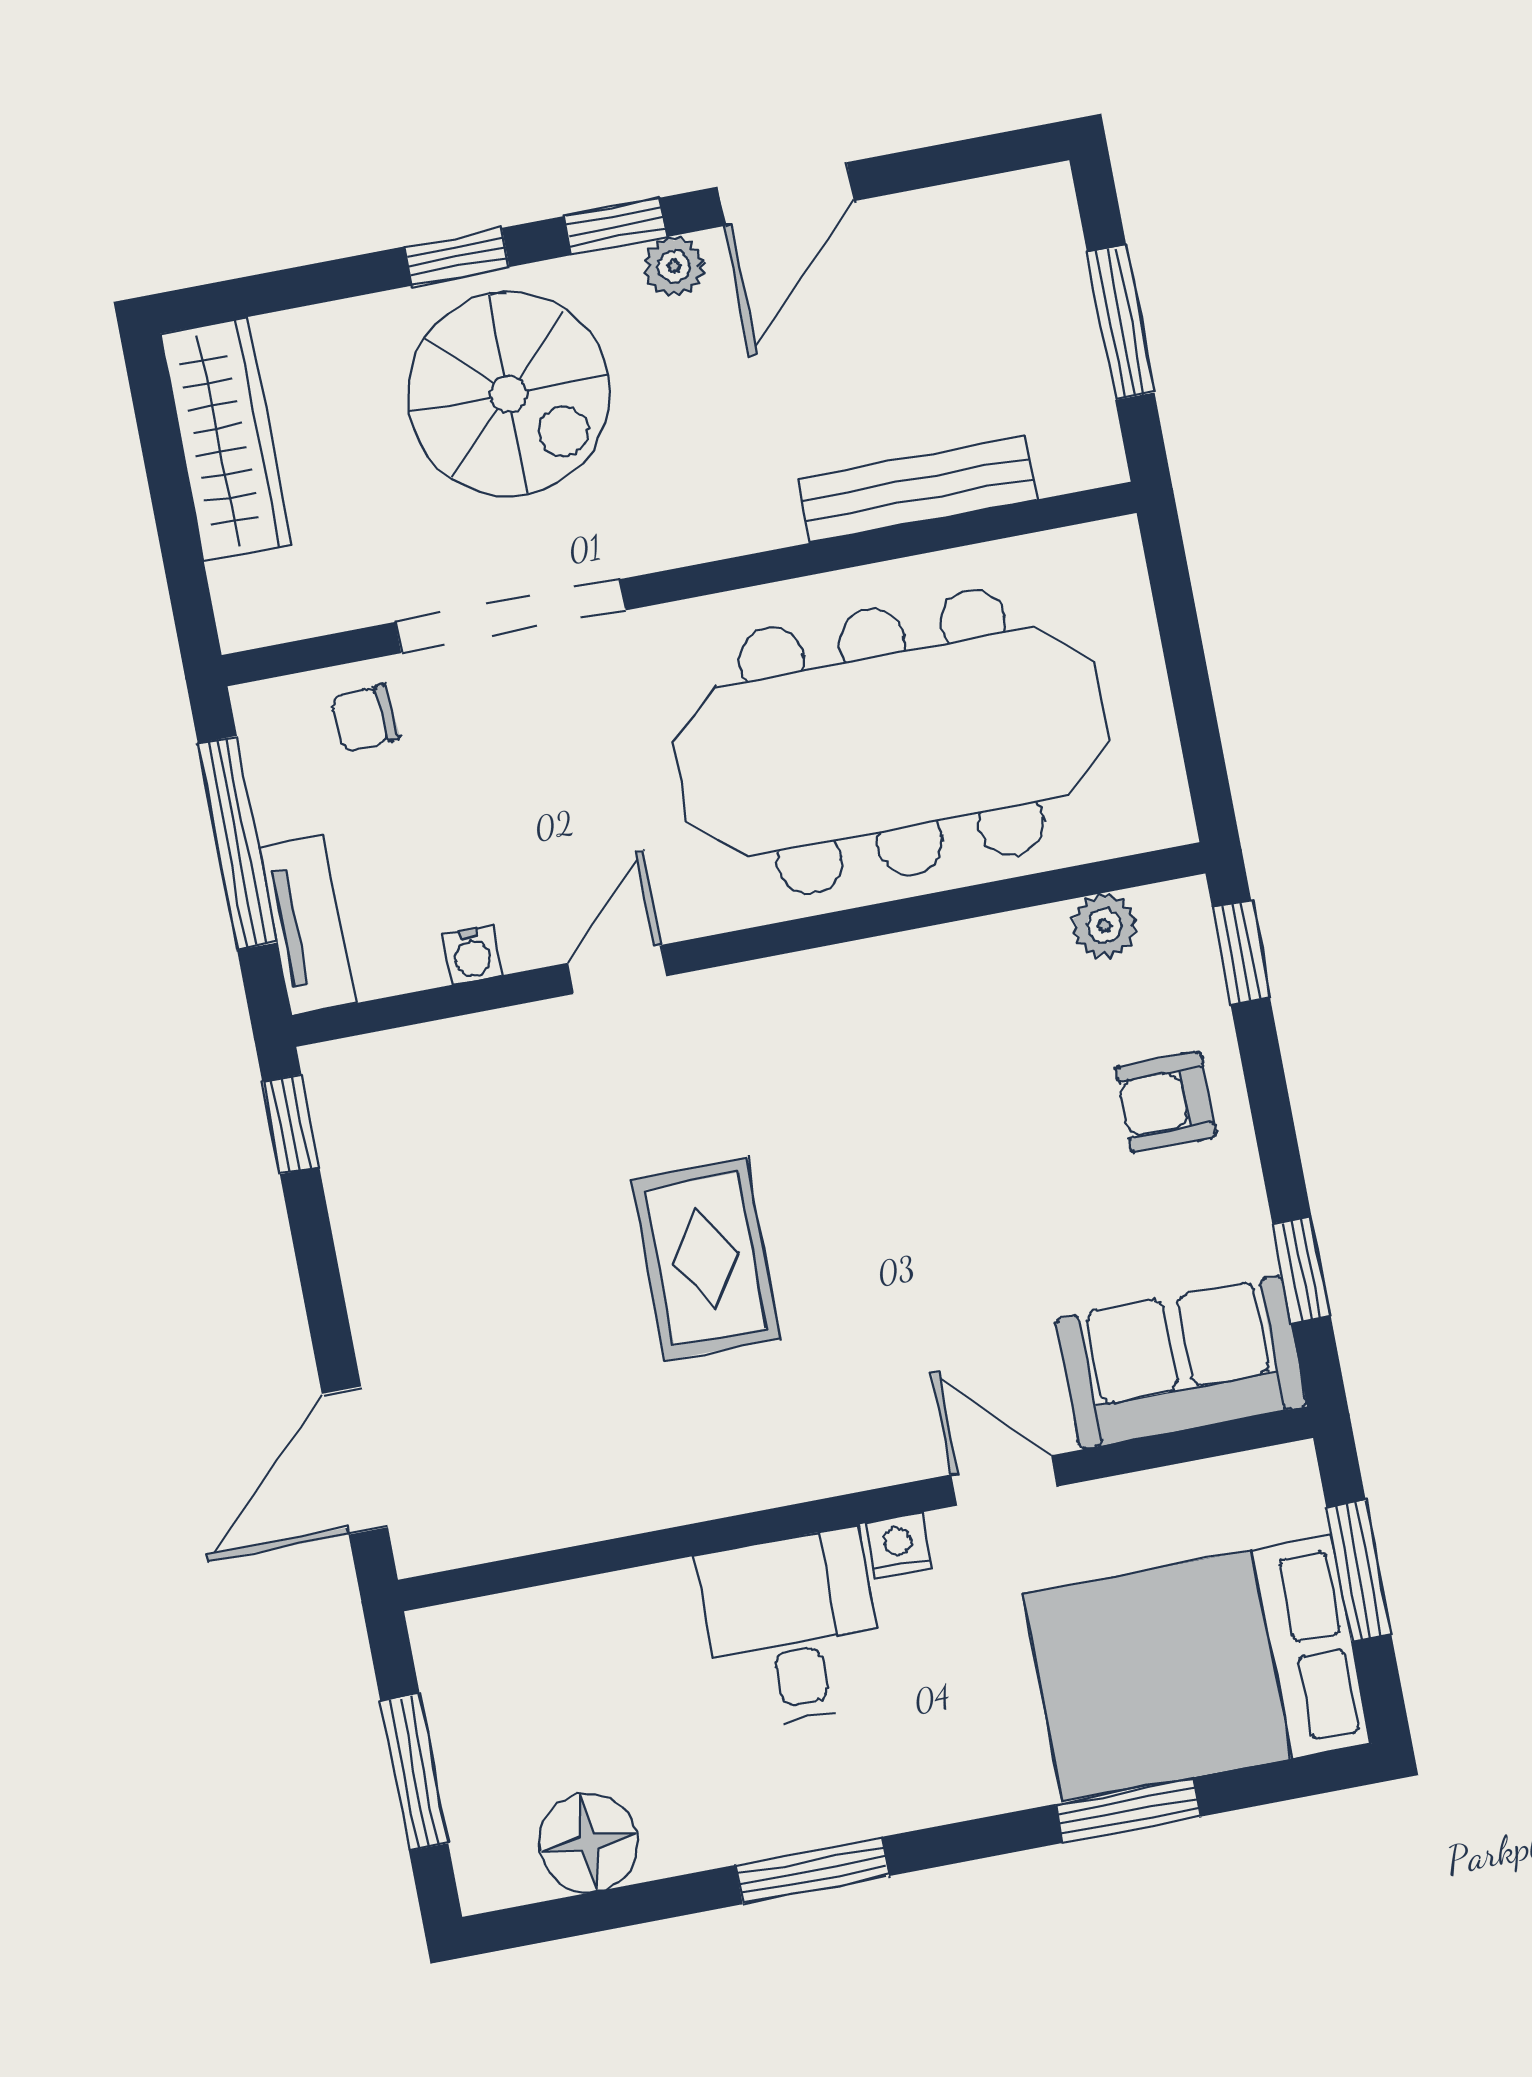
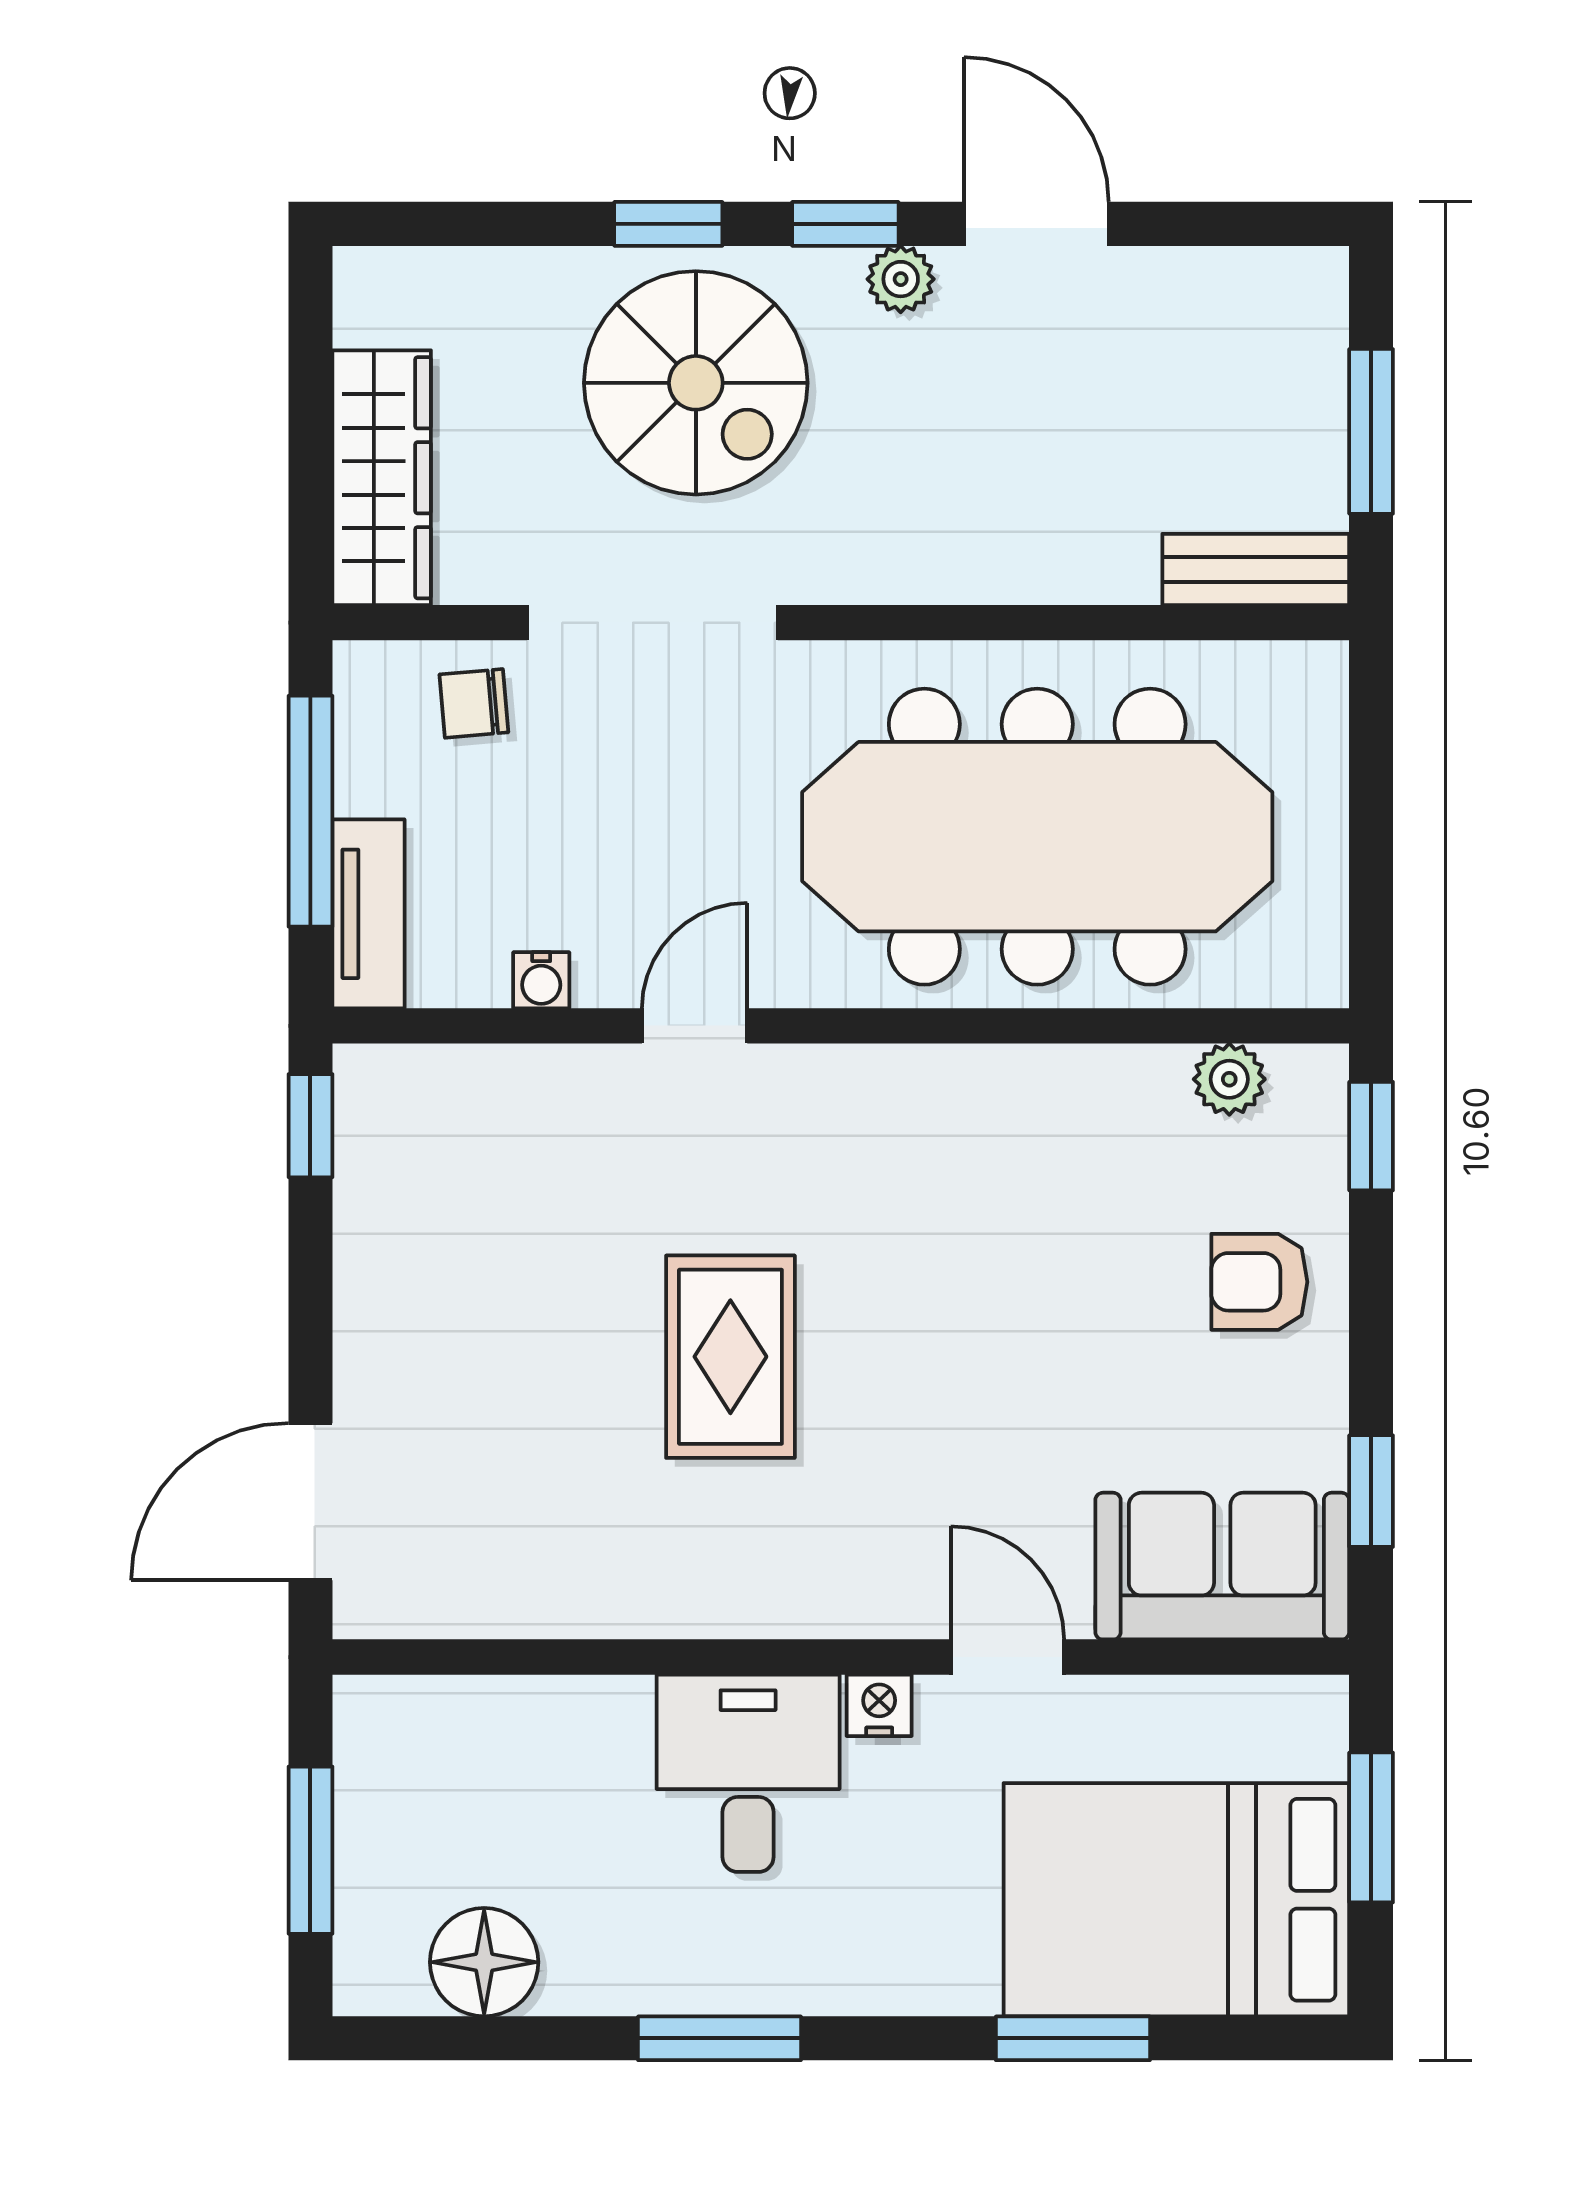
door: (786, 194) -> (1036, 224), swing flipped
wardrobe: (226, 439) -> (382, 478), moved
bench: (918, 489) -> (1256, 570), moved, width x0.73

